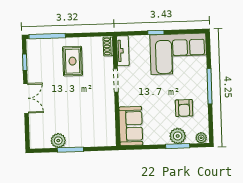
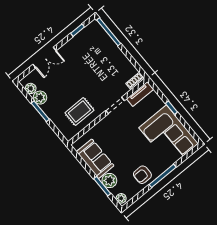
rug: (73, 61) -> (79, 112), moved
double door: (26, 98) -> (45, 58), moved
armchair: (184, 108) -> (142, 175), moved
sofa: (131, 126) -> (95, 159), moved, turned -90
plant: (44, 143) -> (31, 88), added

